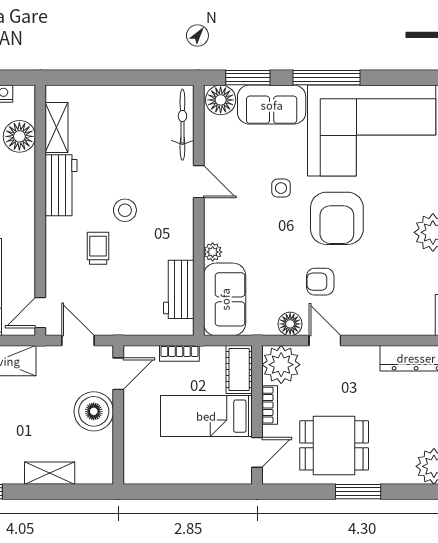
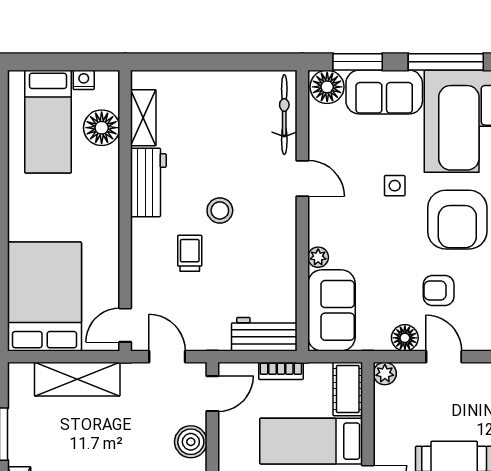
workbench: (179, 289) -> (264, 334), moved, turned 90
plant: (281, 365) -> (385, 373), width x0.53, depth x0.53
bookcase: (270, 405) -> (382, 429), removed
boiler: (94, 411) -> (191, 442), width x0.73, depth x0.73

